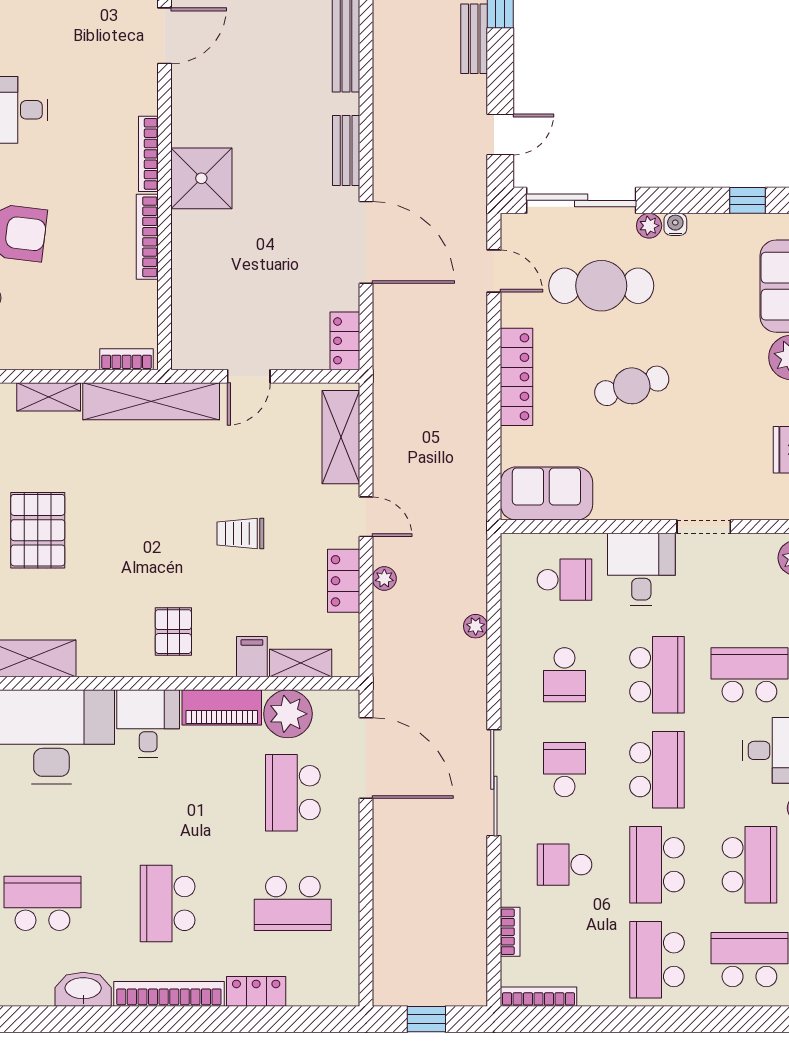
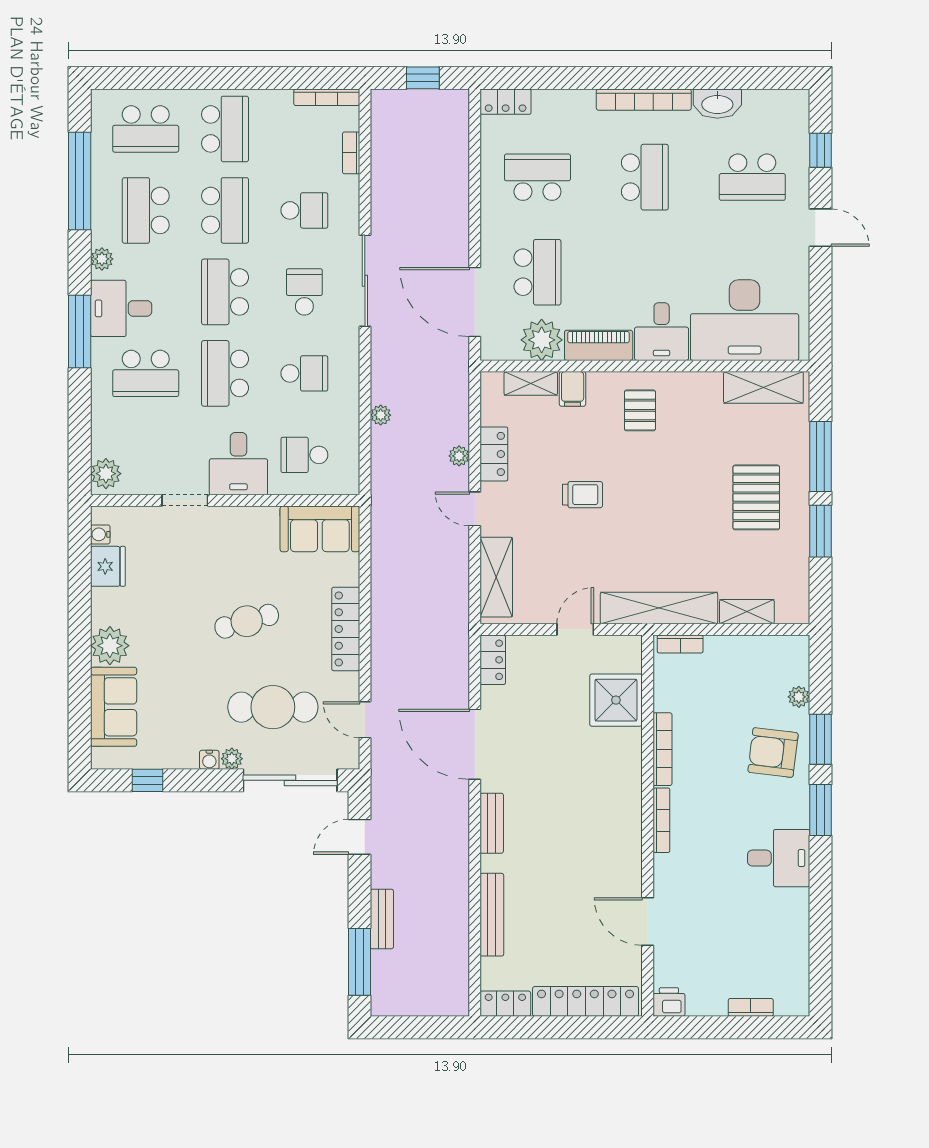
door: (164, 36) -> (648, 922), hinge flipped
shower: (201, 178) -> (616, 700), moved
school desk: (565, 675) -> (304, 373), turned 90
school desk: (565, 770) -> (304, 292), turned 180
locker: (256, 991) -> (506, 102), moved

